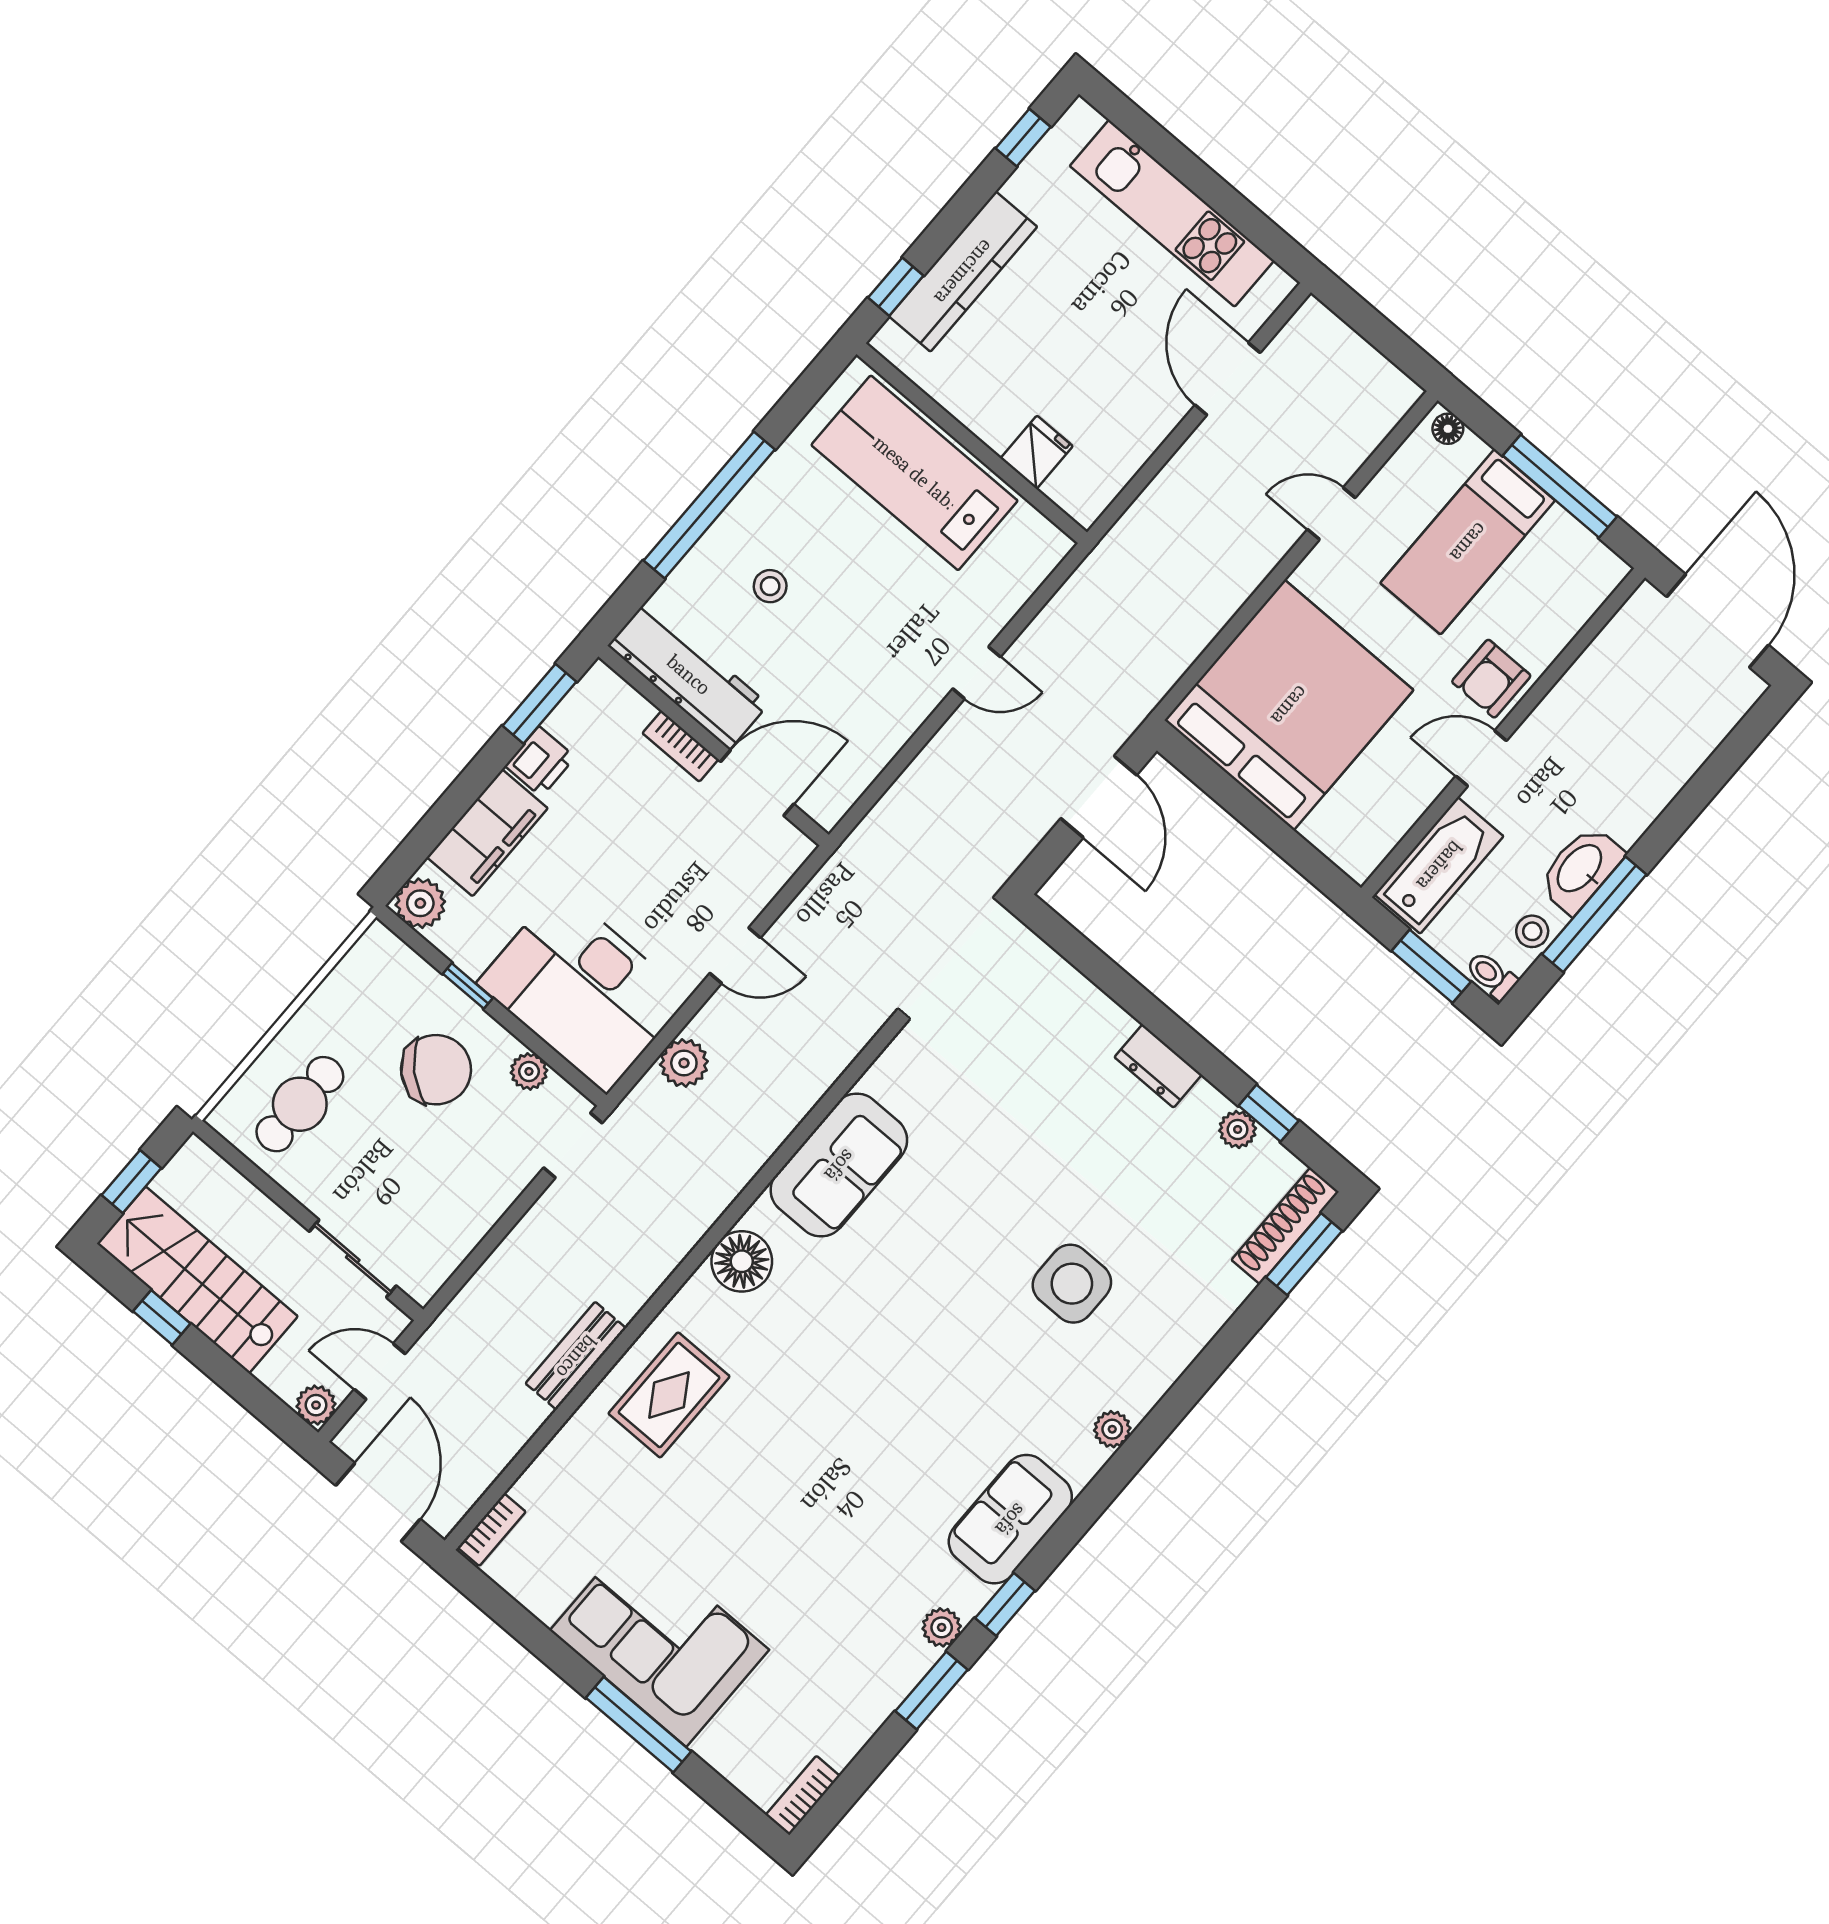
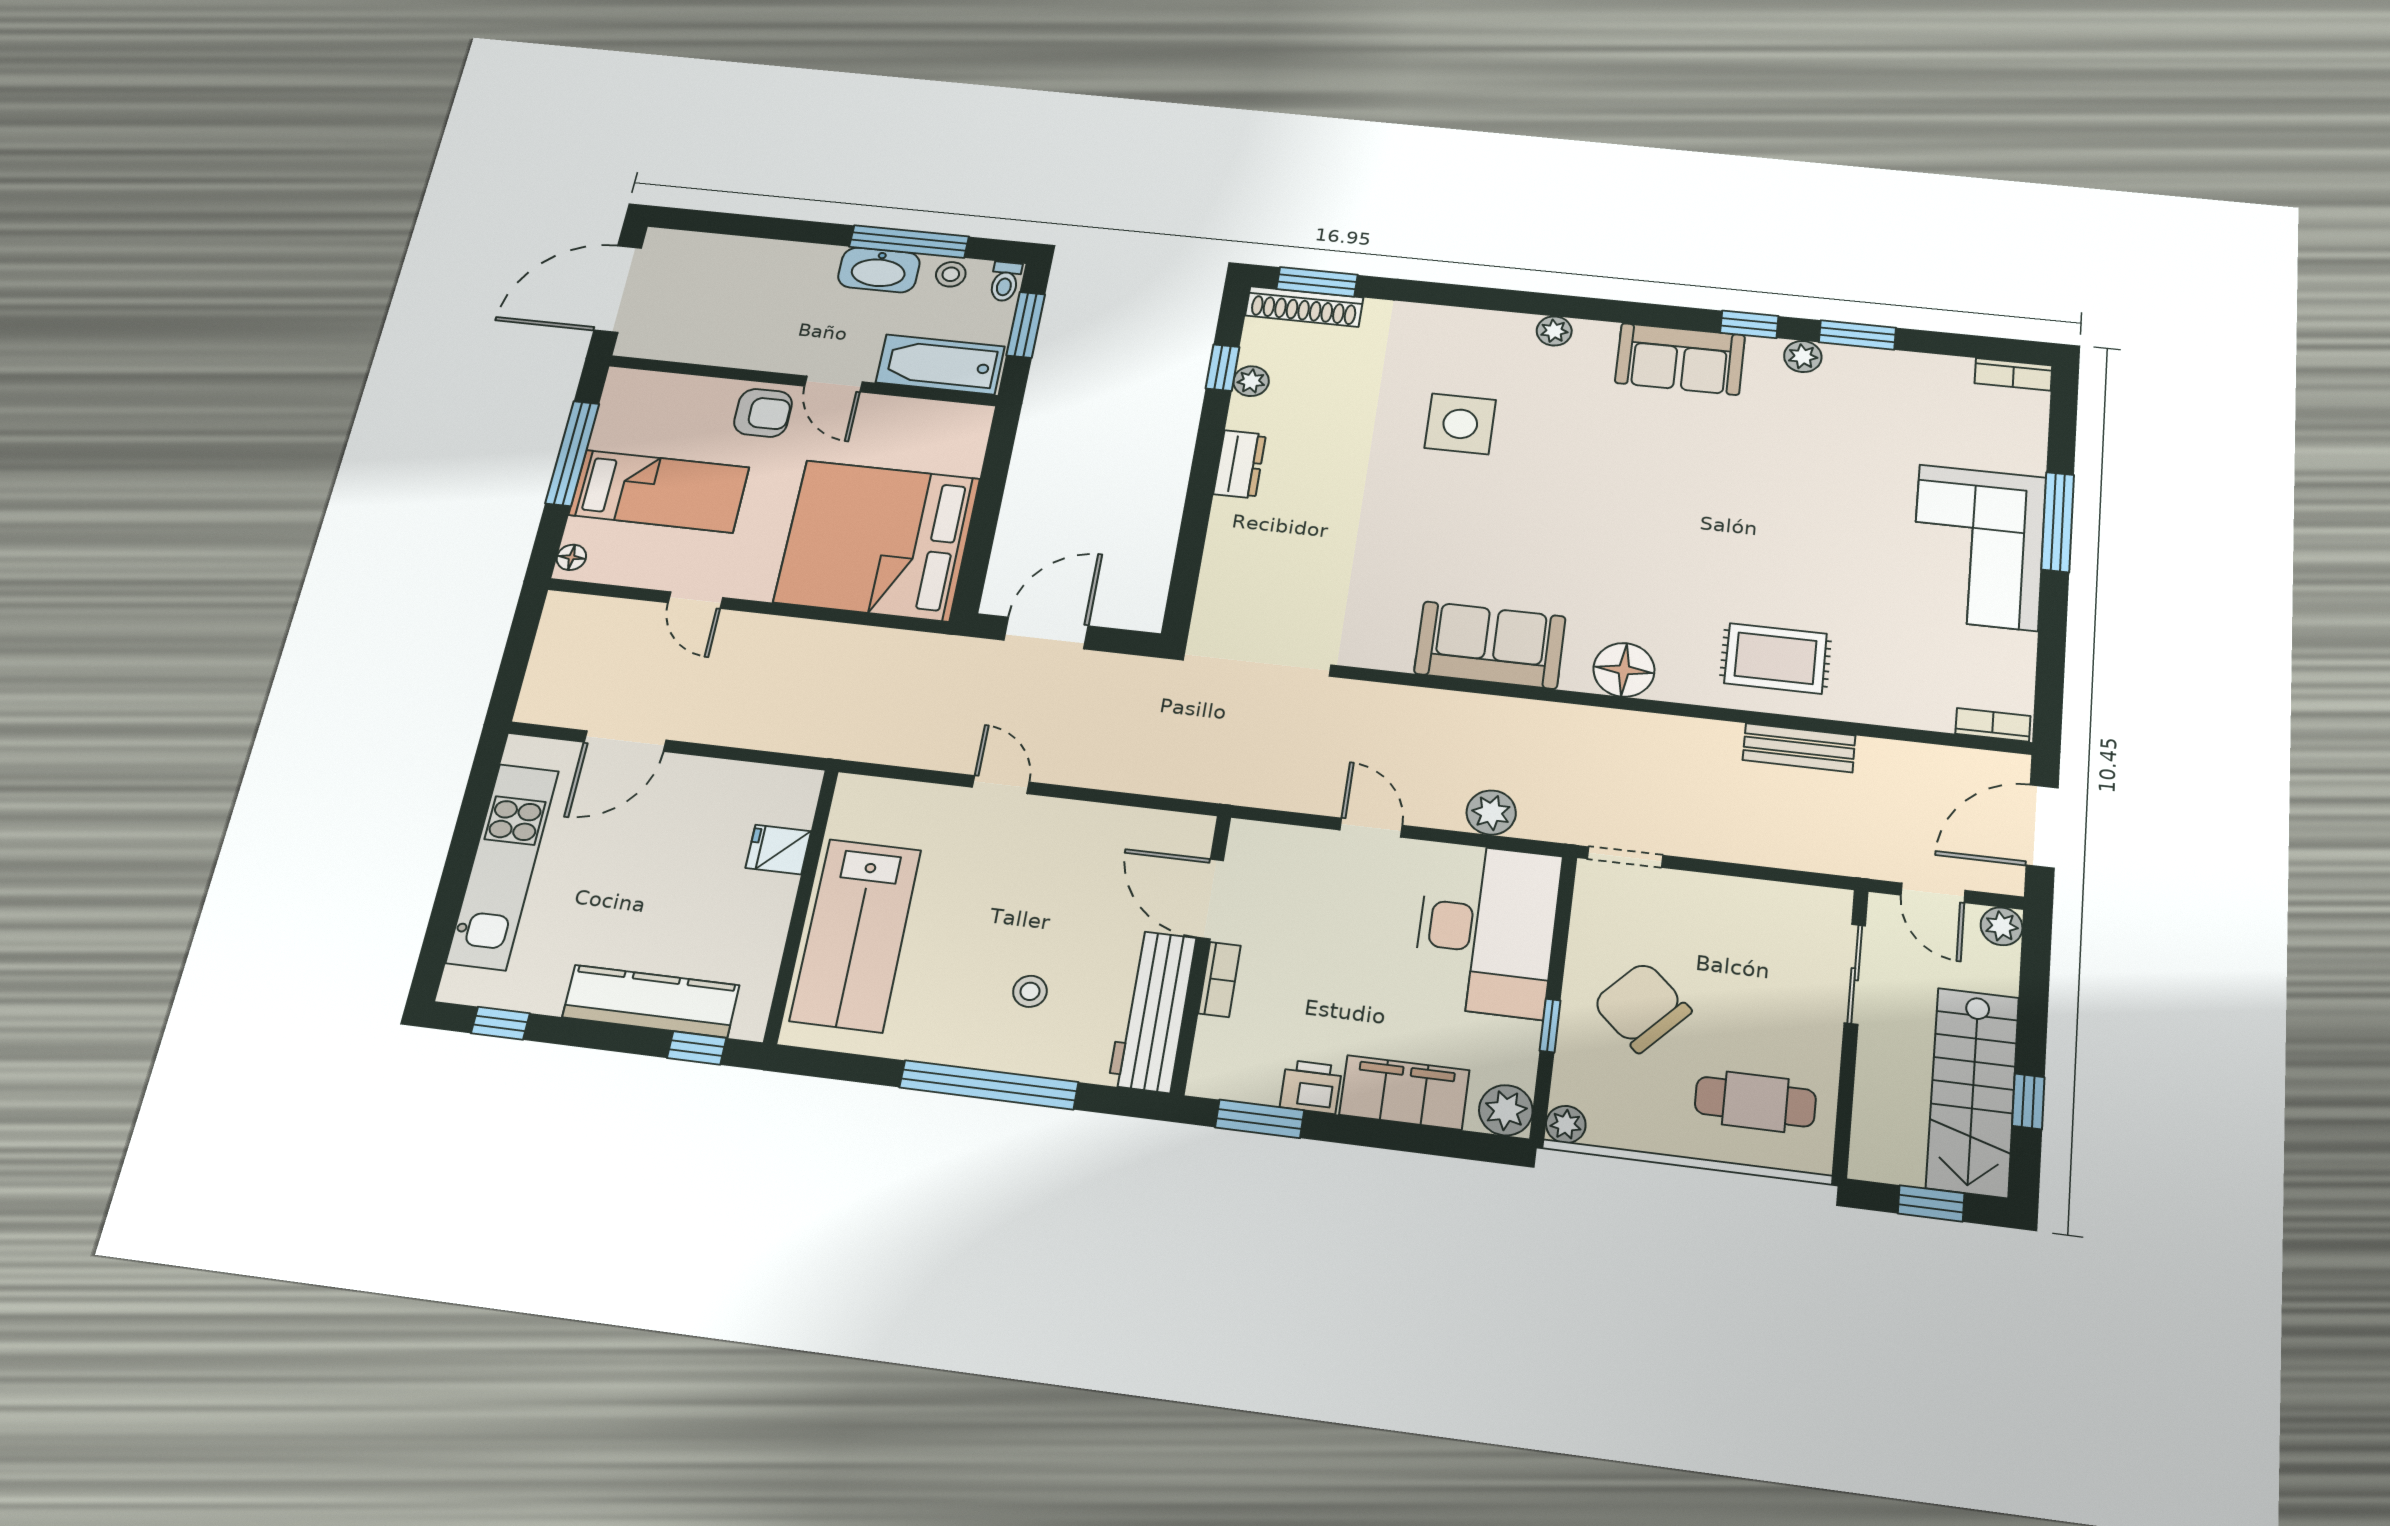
plant: (529, 1071) -> (1566, 1124), moved

